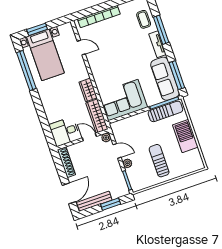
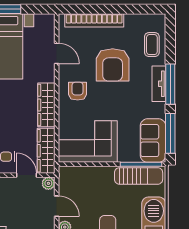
window: (161, 30) -> (170, 84), moved
armchair: (122, 42) -> (113, 65), added
armchair: (104, 68) -> (78, 91), added
sofa: (165, 79) -> (153, 141), width x0.73
wardrobe: (88, 90) -> (46, 105), width x1.50

